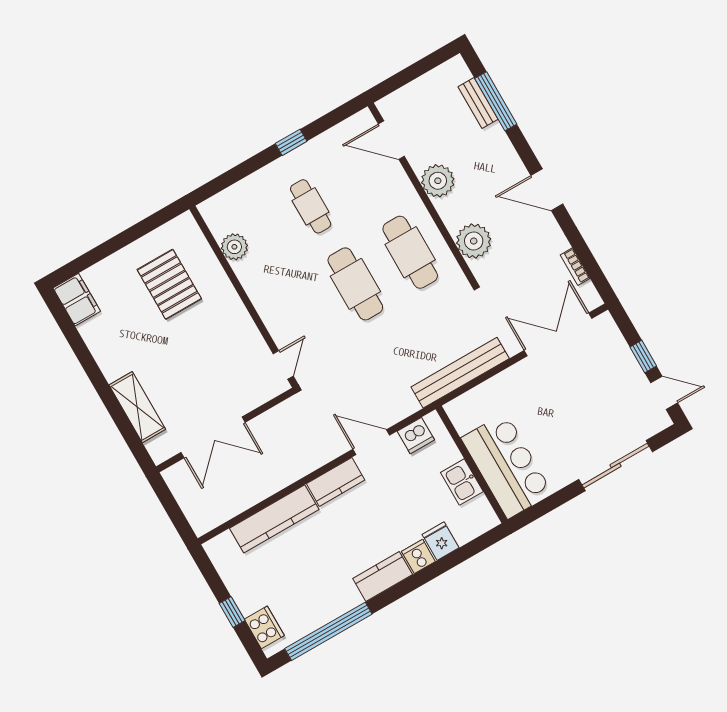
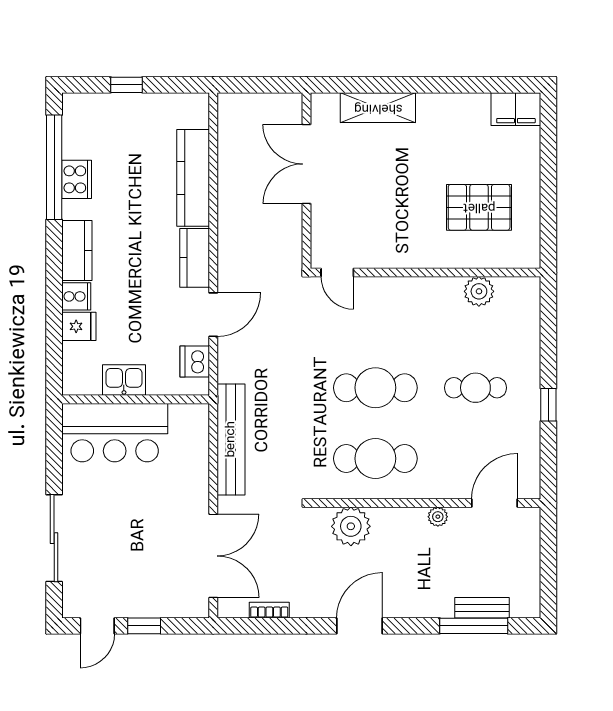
plant: (438, 181) -> (438, 517), width x0.53, depth x0.53
cooker: (264, 627) -> (77, 179), moved, turned -90

